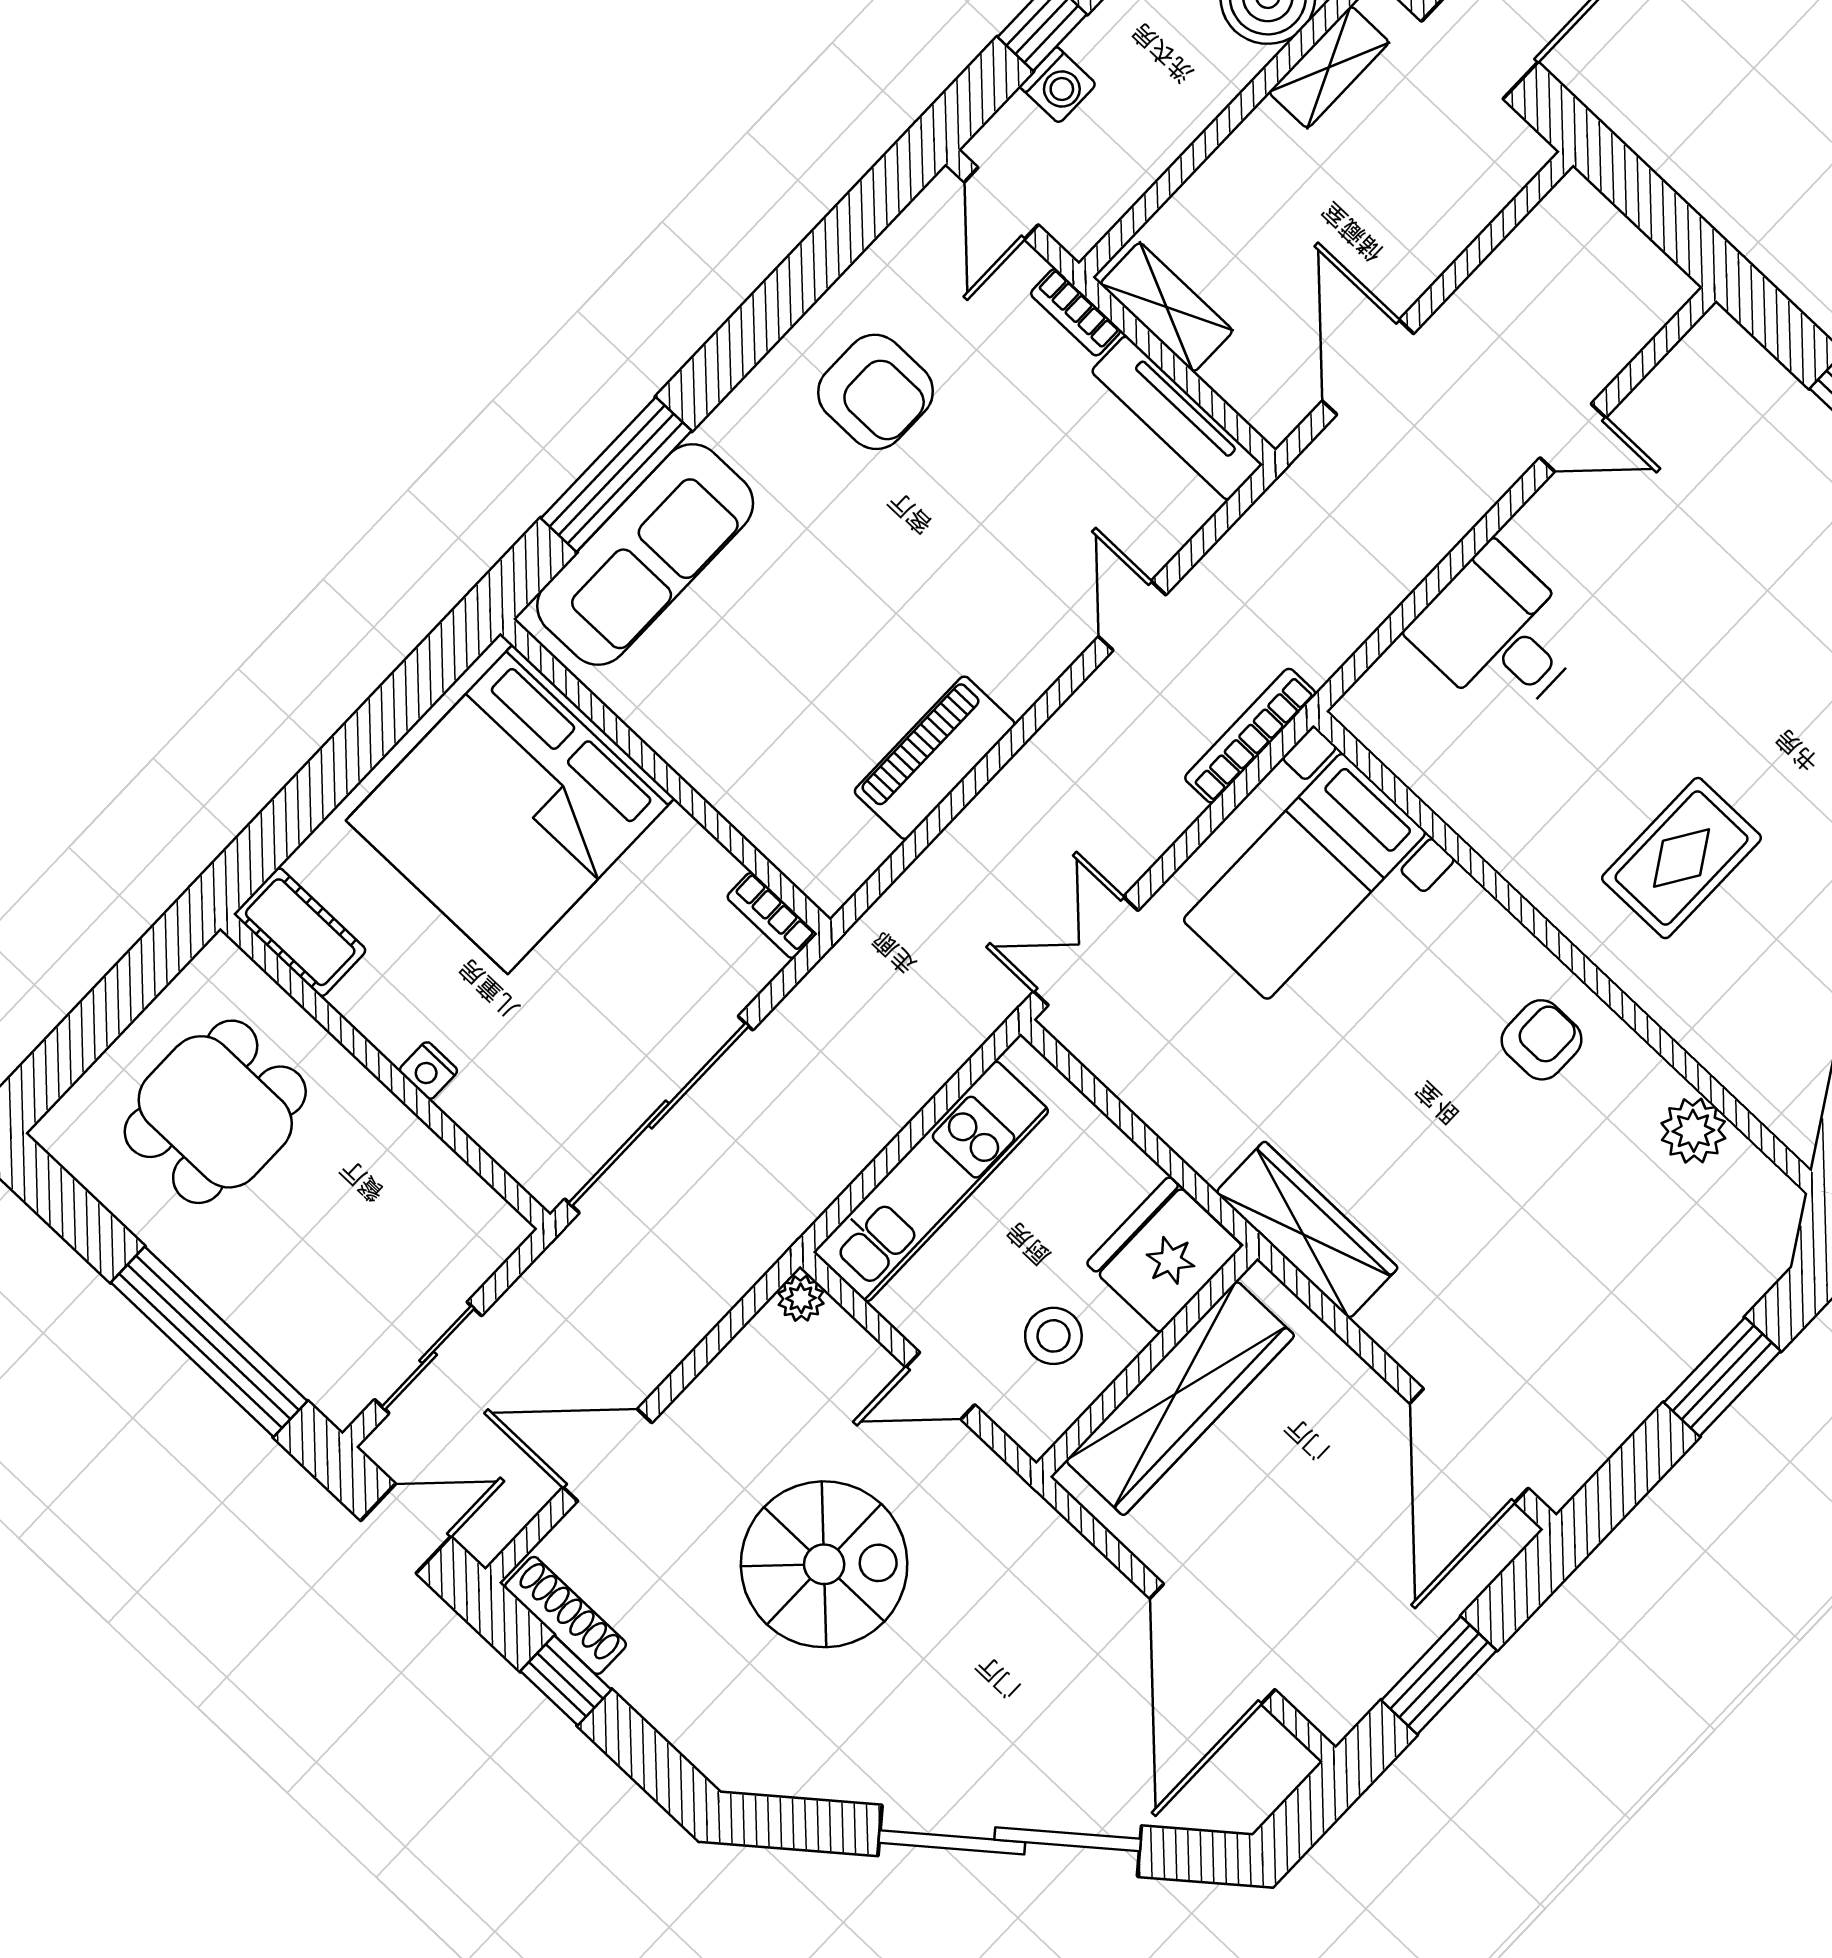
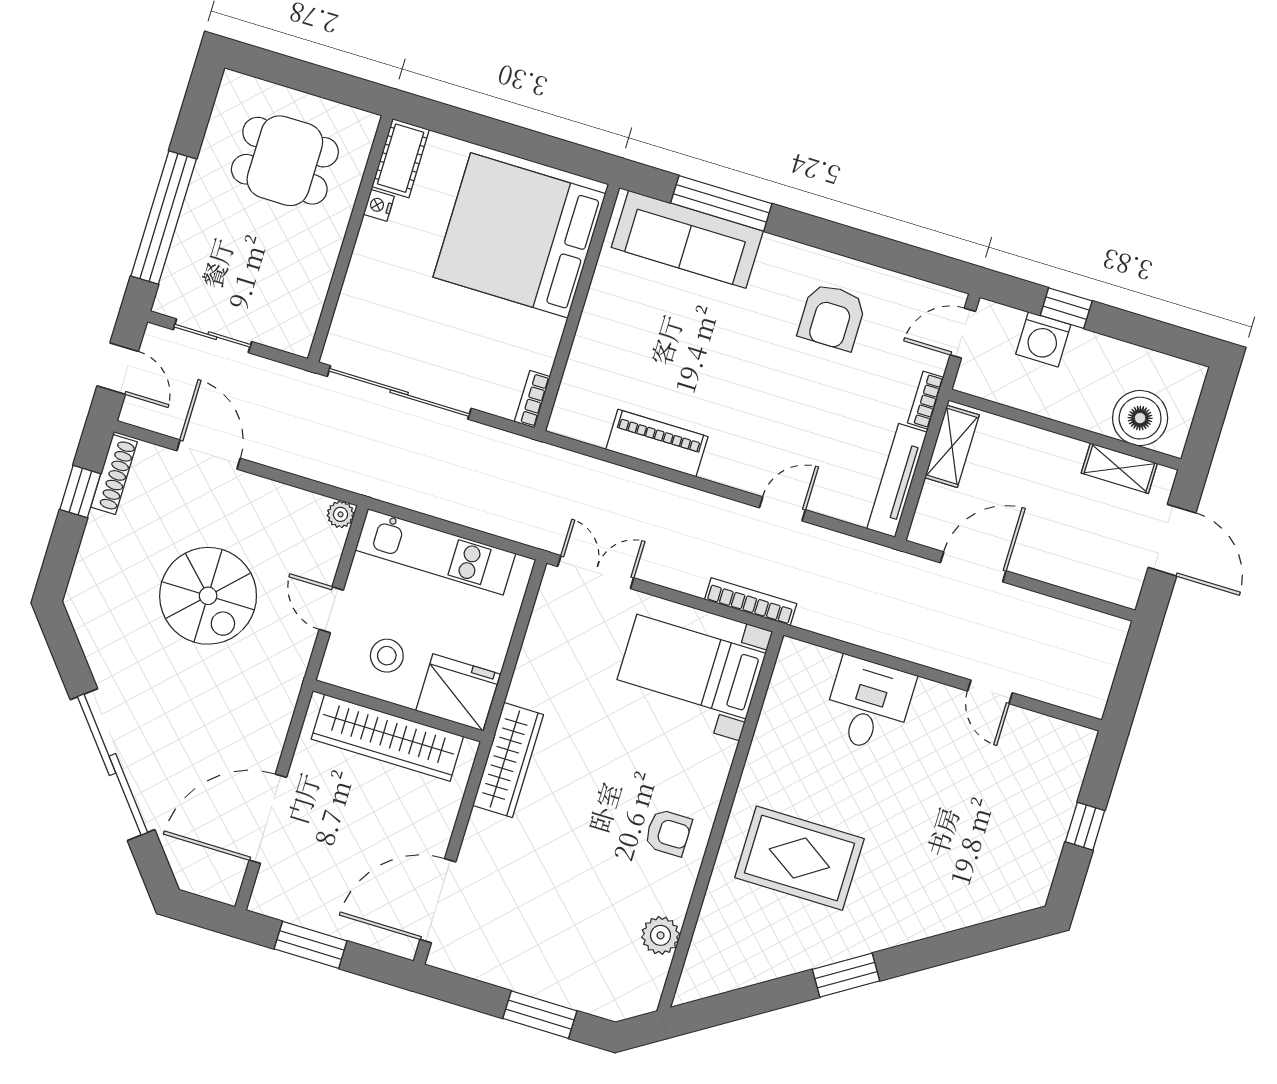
washing machine: (1058, 85) -> (1043, 339), width x1.38, depth x1.38
rug: (1682, 858) -> (799, 858), width x1.36, depth x1.43
nightstand: (428, 1071) -> (379, 205), moved

